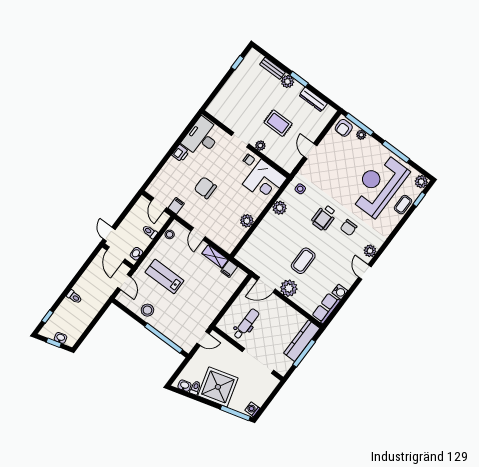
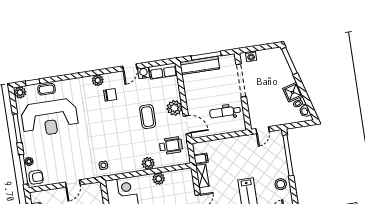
plant: (280, 208) -> (148, 163), moved
wheelchair: (324, 218) -> (171, 146), moved
chair: (349, 228) -> (110, 95), moved
coffee table: (303, 261) -> (148, 117), turned 90
door: (365, 272) -> (130, 67), moved
door: (203, 338) -> (263, 130), swing flipped
shower: (218, 387) -> (293, 92), width x0.54, depth x0.54
washing machine: (252, 409) -> (251, 56), moved

